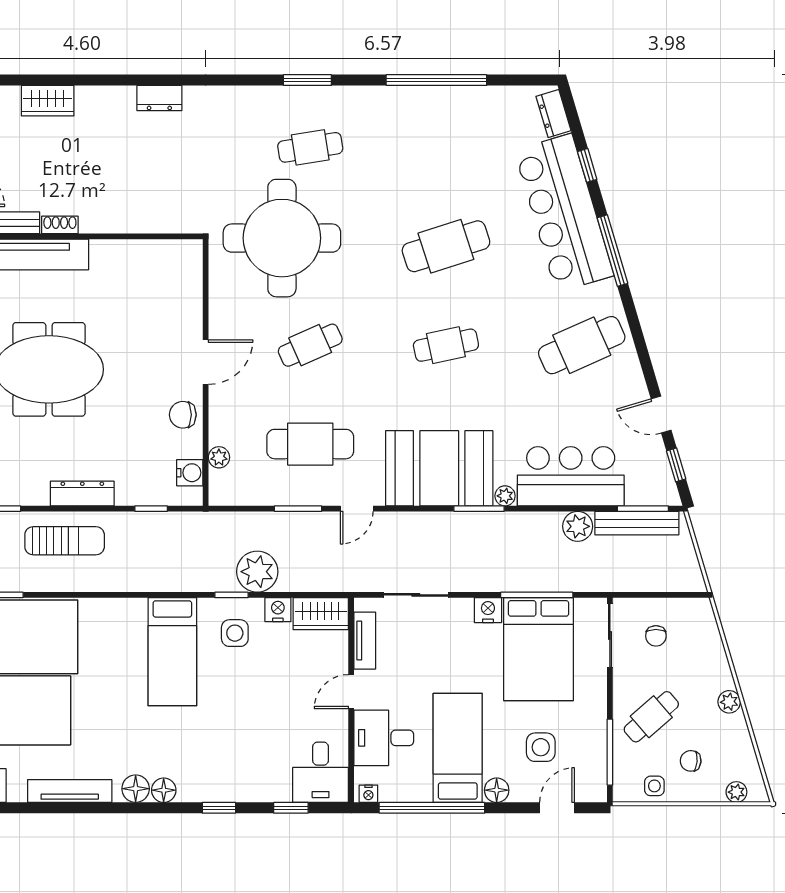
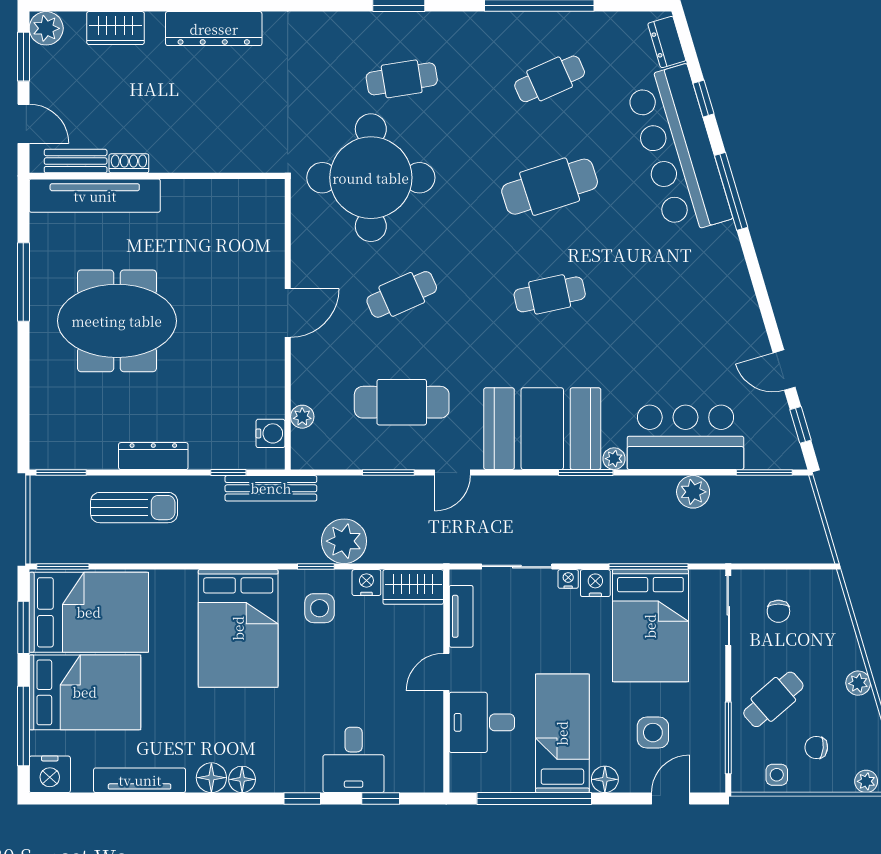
dresser: (159, 98) -> (214, 29), width x1.96, depth x1.24
cafe table: (582, 345) -> (550, 79), moved, width x0.73, depth x0.74
chair: (183, 415) -> (263, 370), removed
bench: (637, 523) -> (271, 488), moved
bed: (172, 652) -> (238, 628), width x1.50
desk: (321, 772) -> (354, 760), moved
nightstand: (368, 794) -> (568, 579), moved, turned 180

